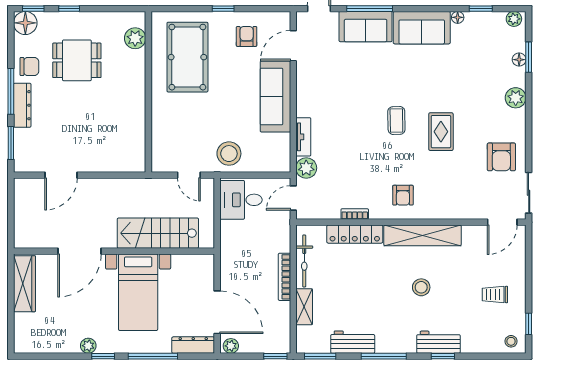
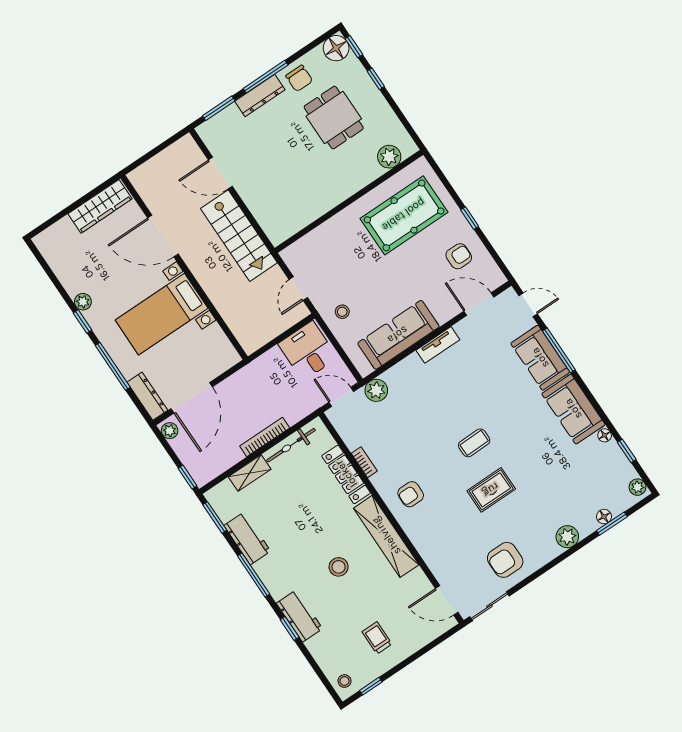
sofa: (275, 97) -> (398, 335), moved
tv unit: (303, 137) -> (438, 345), moved
stool: (229, 154) -> (342, 312), width x0.53, depth x0.53
stairs: (158, 233) -> (239, 236), moved, turned 180

